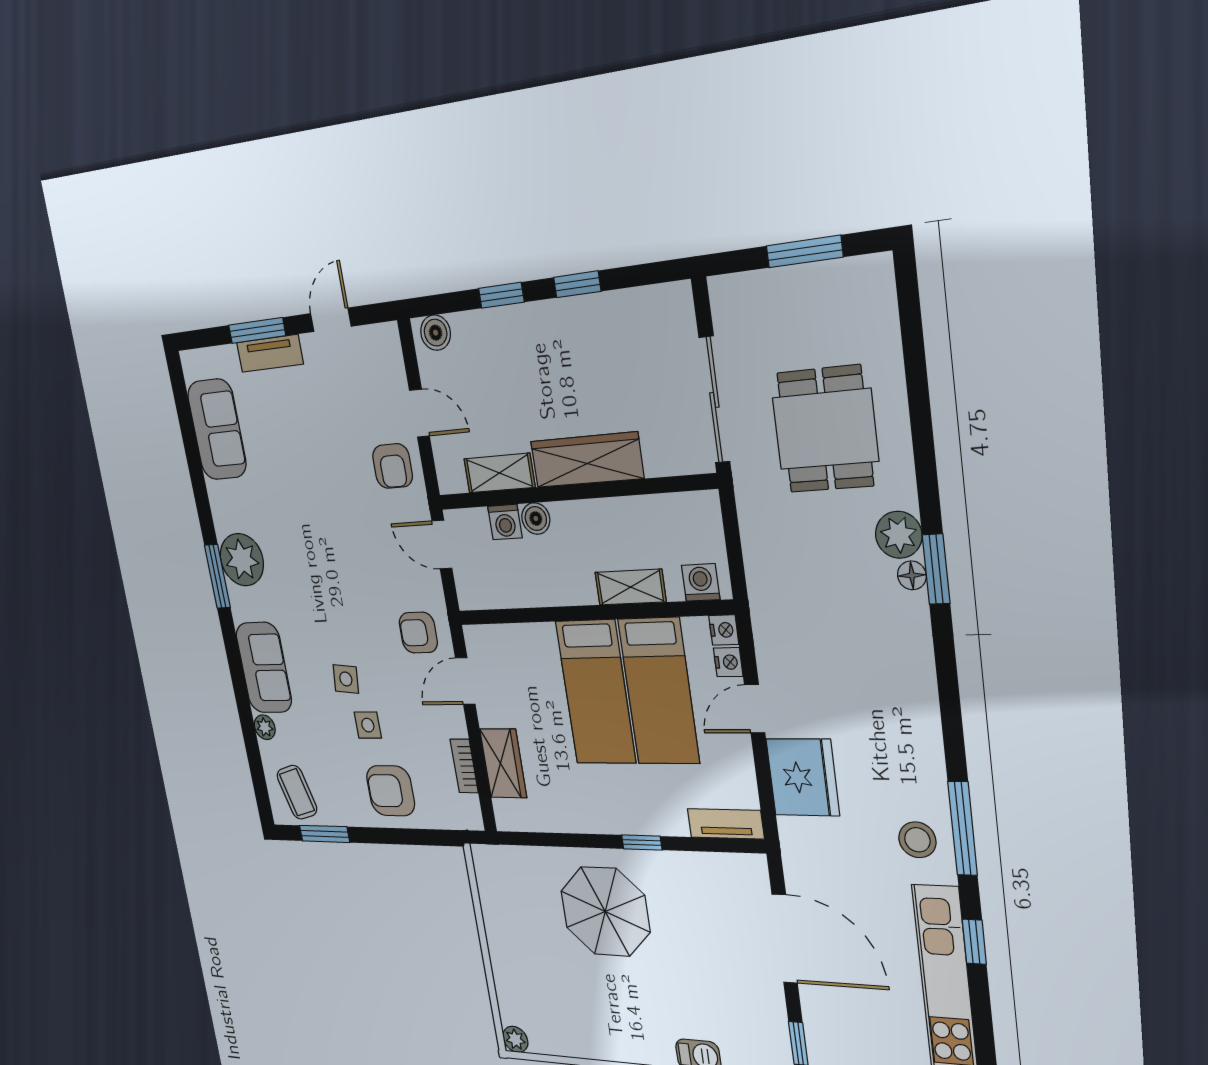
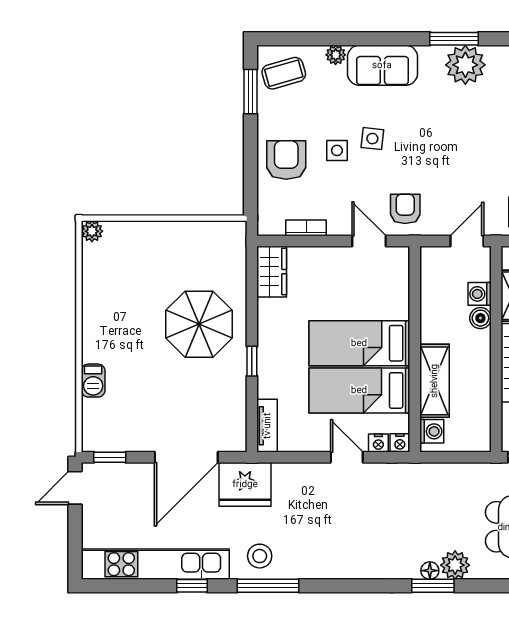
shelving: (630, 587) -> (434, 381), width x1.50, depth x1.33
wardrobe: (503, 763) -> (272, 272), moved, turned -90
fridge: (803, 777) -> (245, 484), moved

